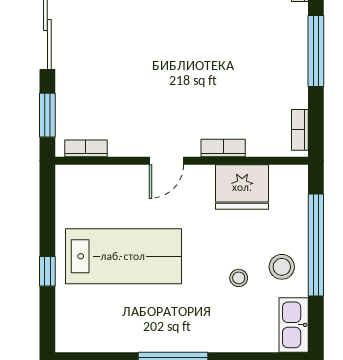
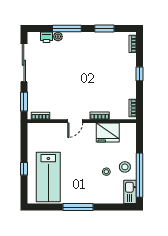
window: (316, 51) -> (140, 74), width x0.46
window: (316, 245) -> (140, 175), moved
lab bench: (123, 256) -> (48, 177), moved, turned 90

